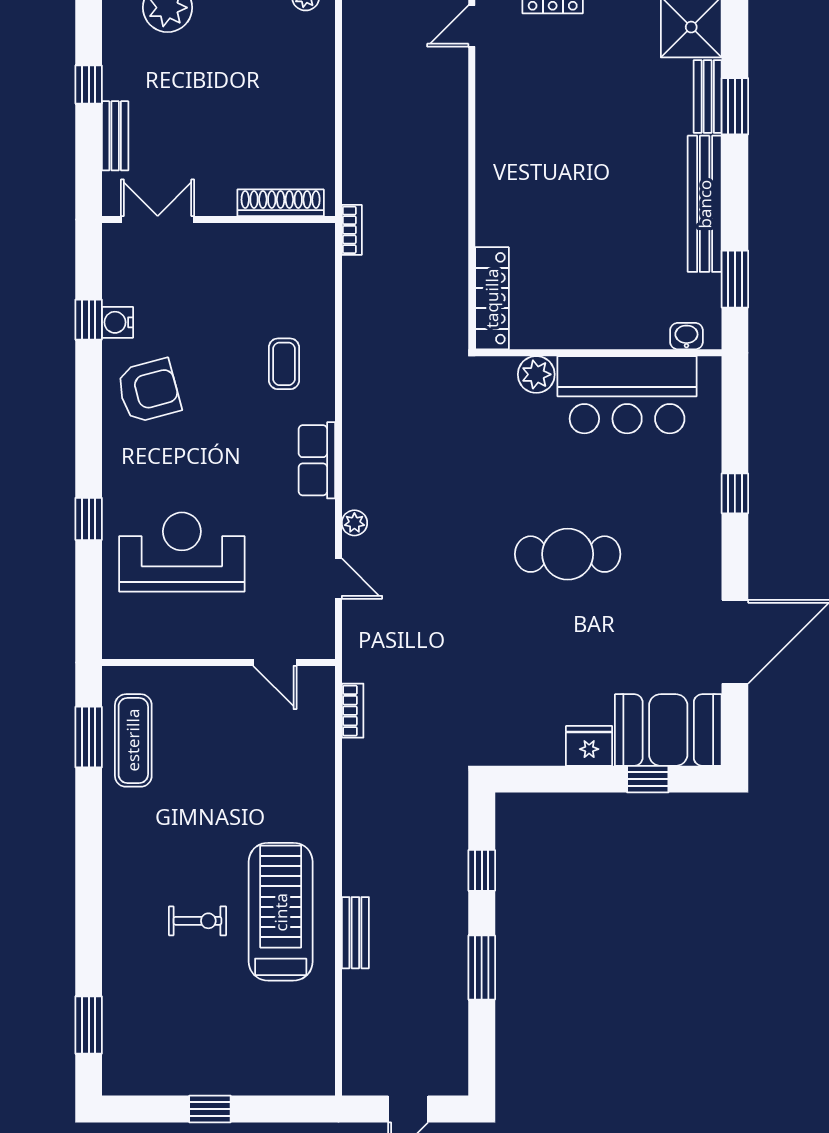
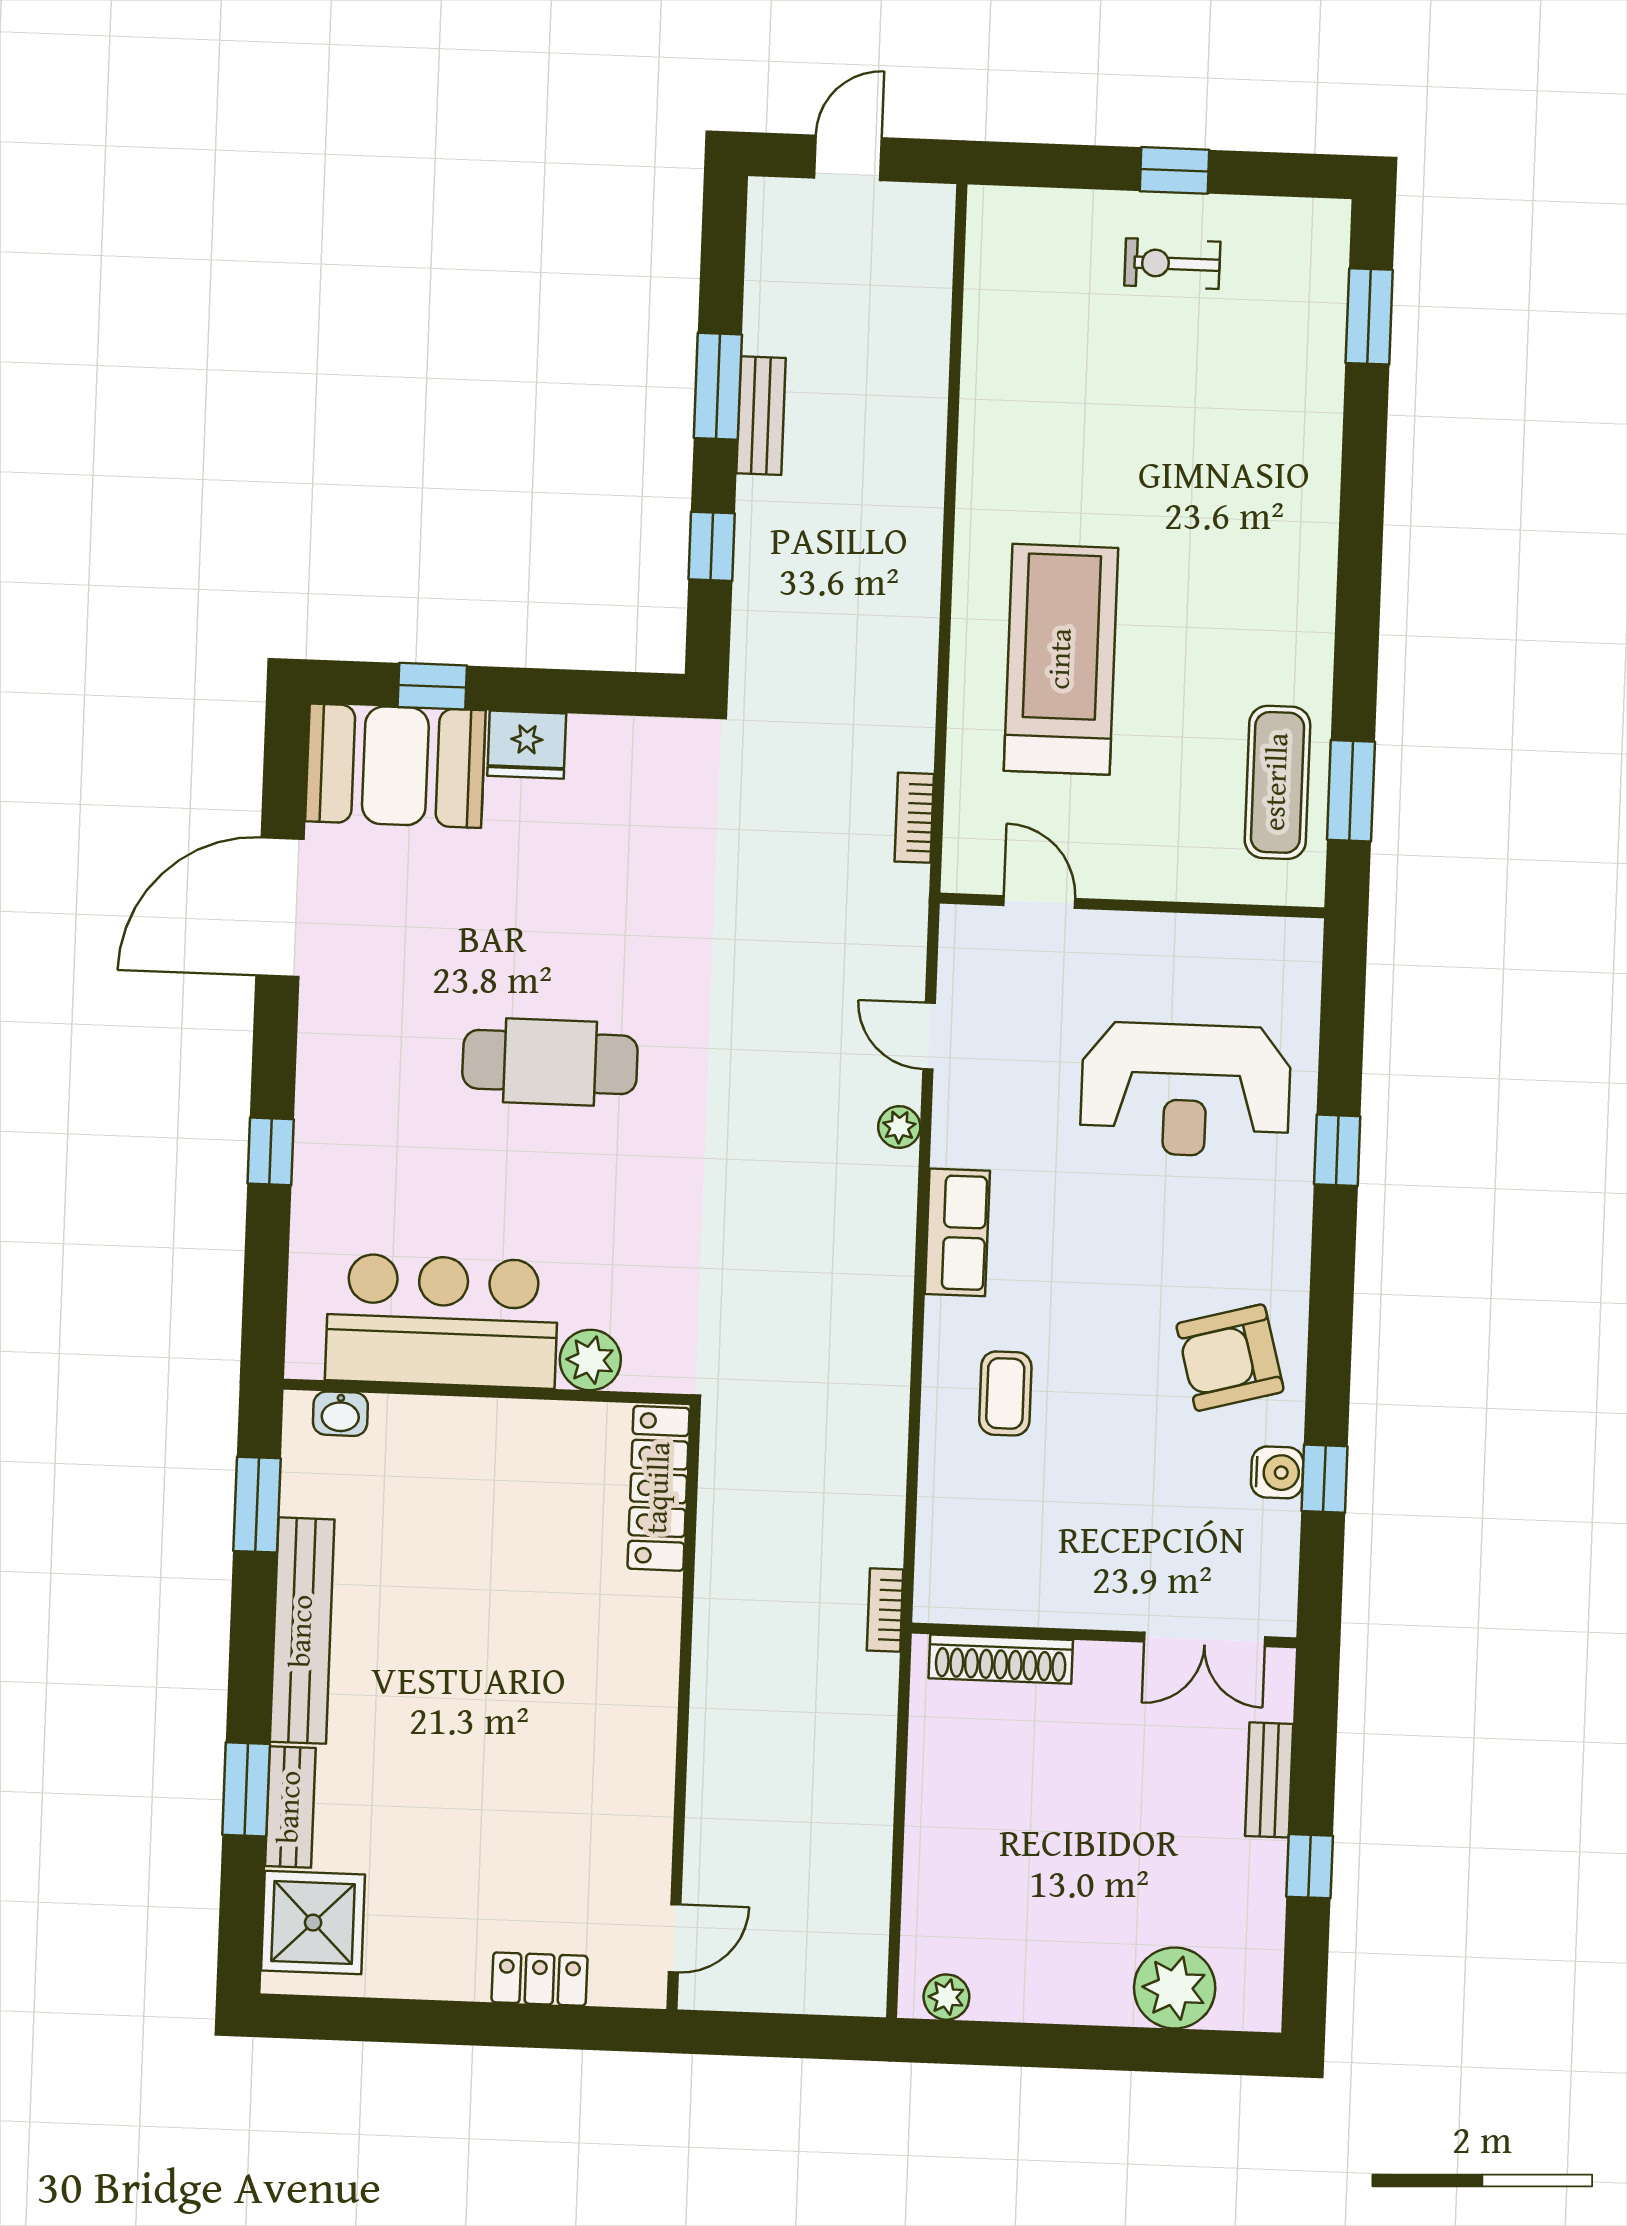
treadmill: (281, 912) -> (1061, 659), moved, turned 180
exercise bike: (198, 921) -> (1172, 264), moved
bench: (355, 933) -> (761, 416), moved

